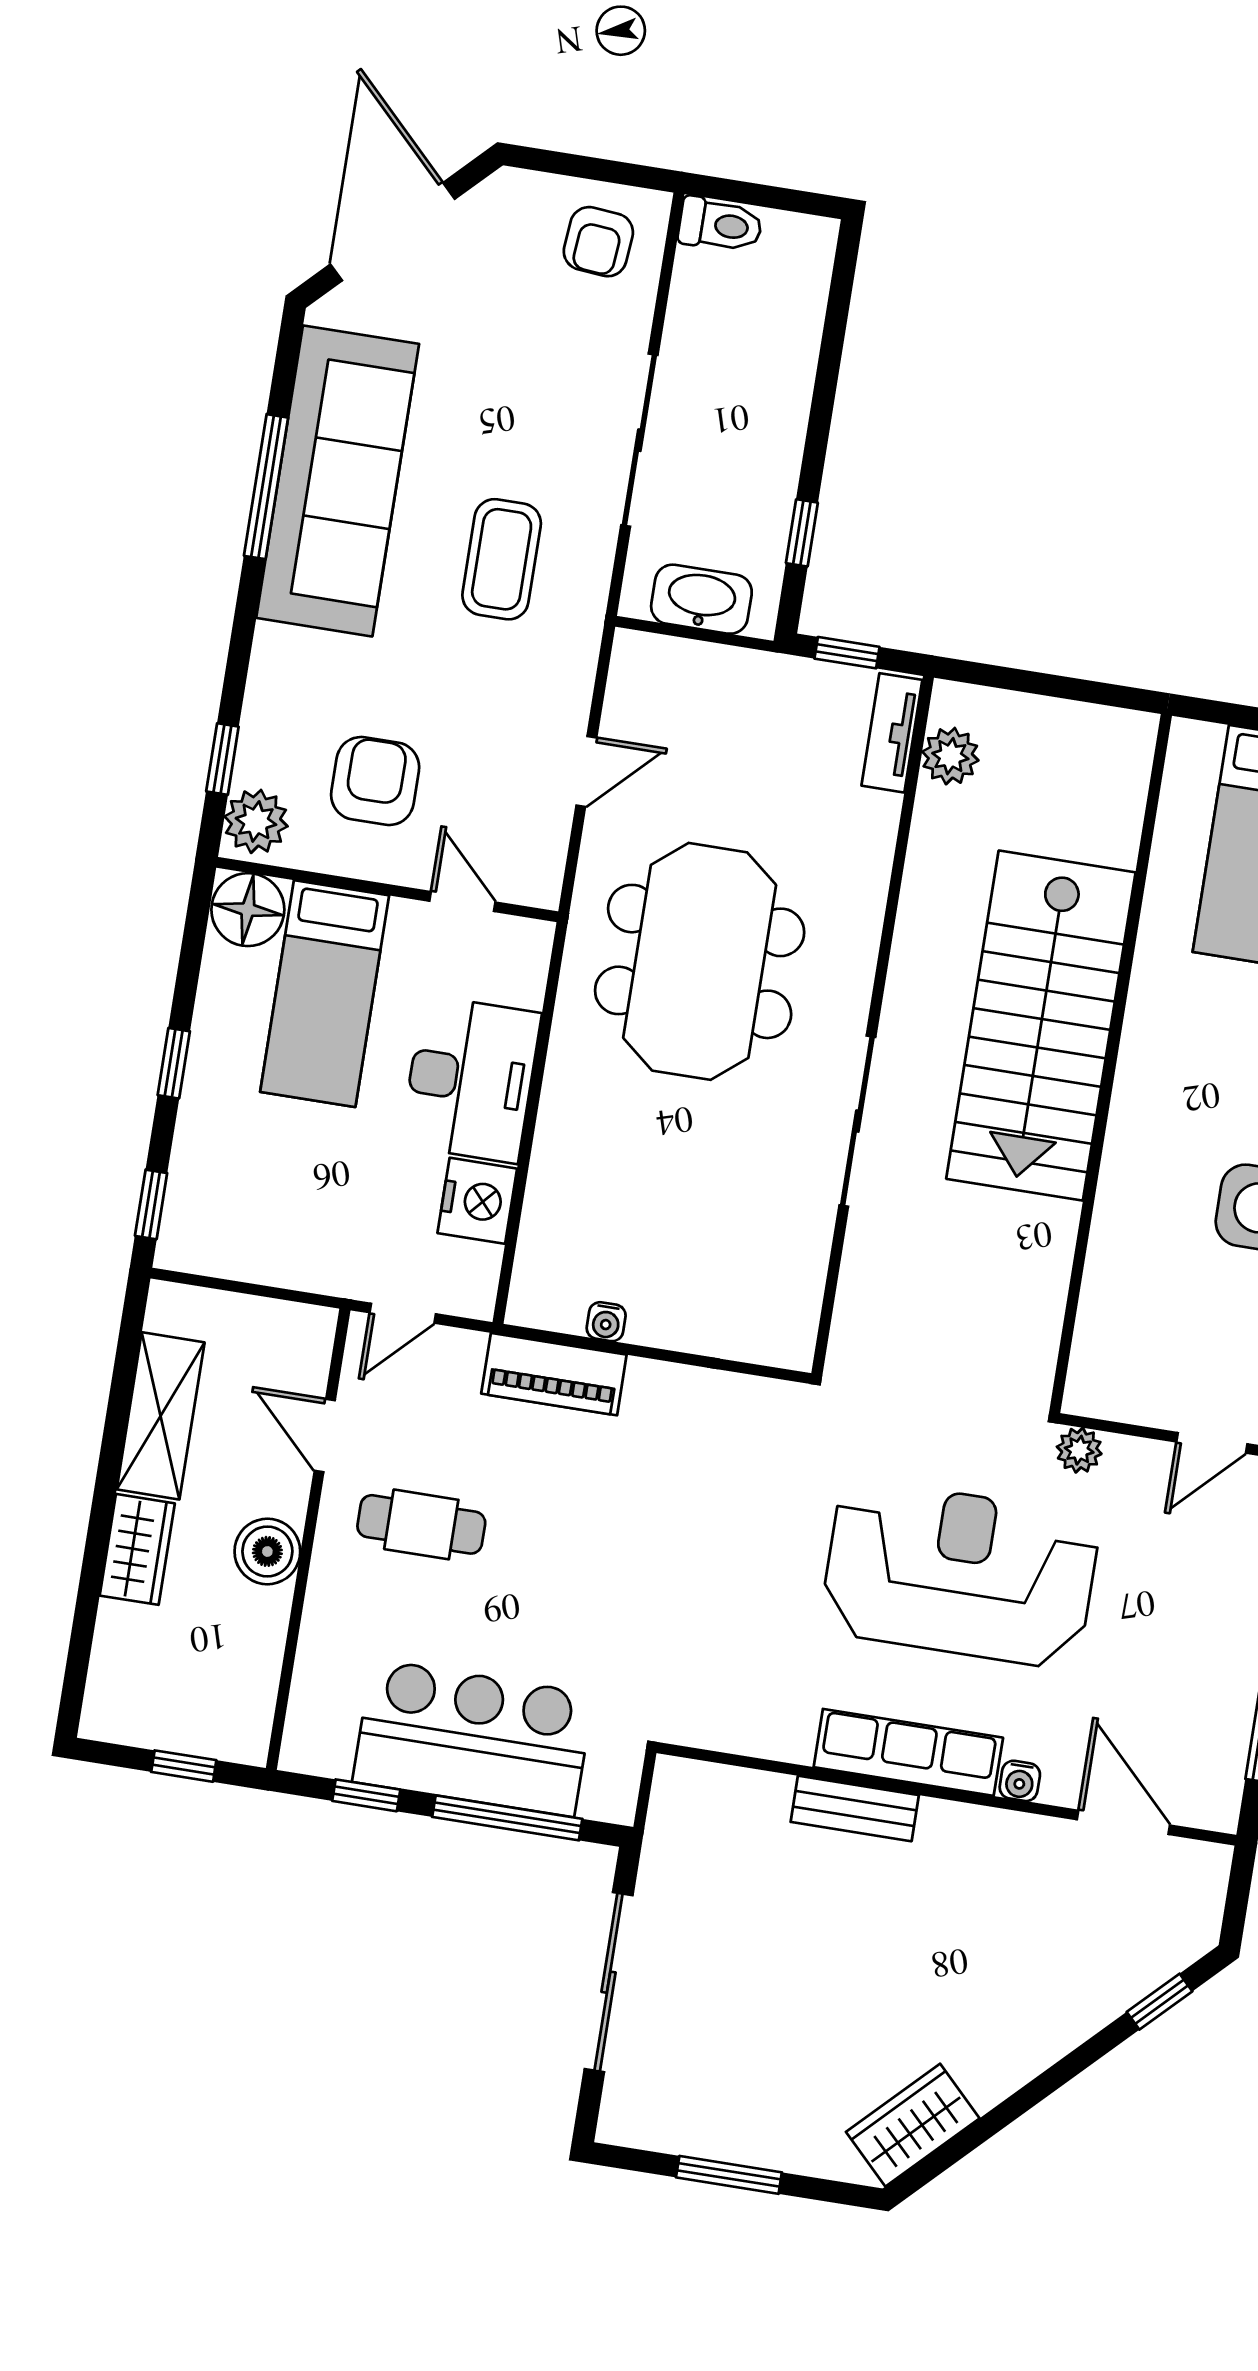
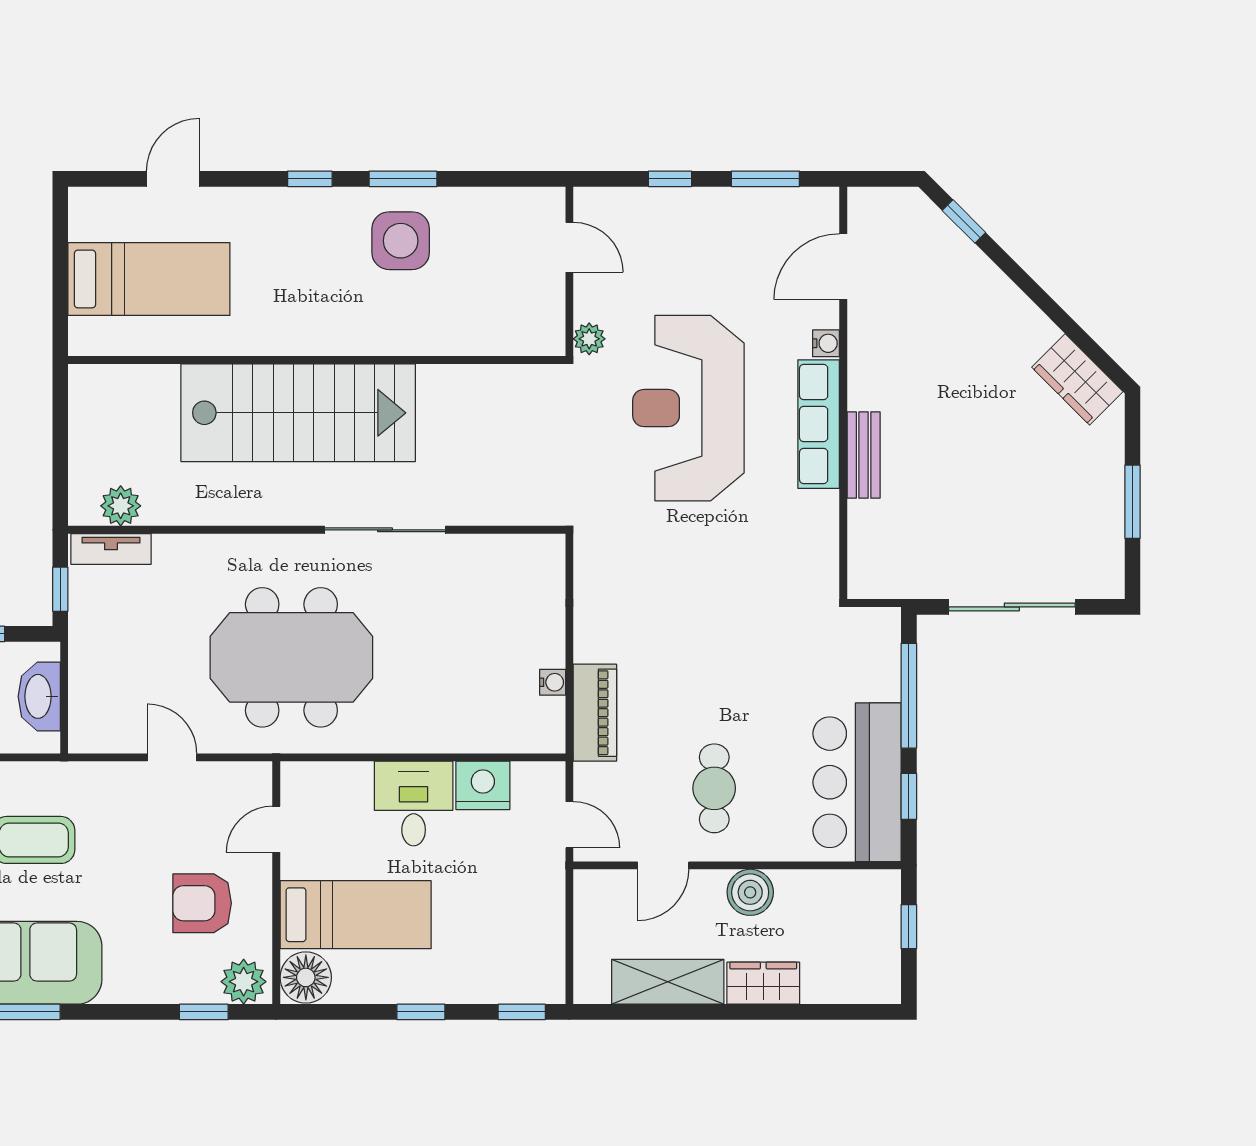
desk: (471, 1079) -> (414, 804), width x0.73
bar counter: (473, 1738) -> (857, 782), moved

